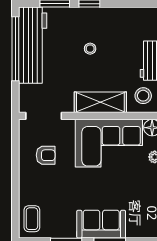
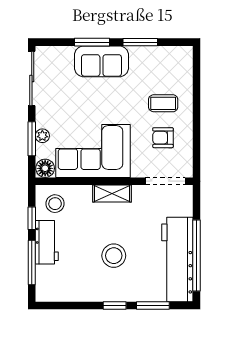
stool: (90, 49) -> (114, 256), width x1.89, depth x1.89
shelving: (100, 102) -> (112, 193), width x0.67, depth x0.75
coffee table: (32, 219) -> (163, 103), moved, turned 90

